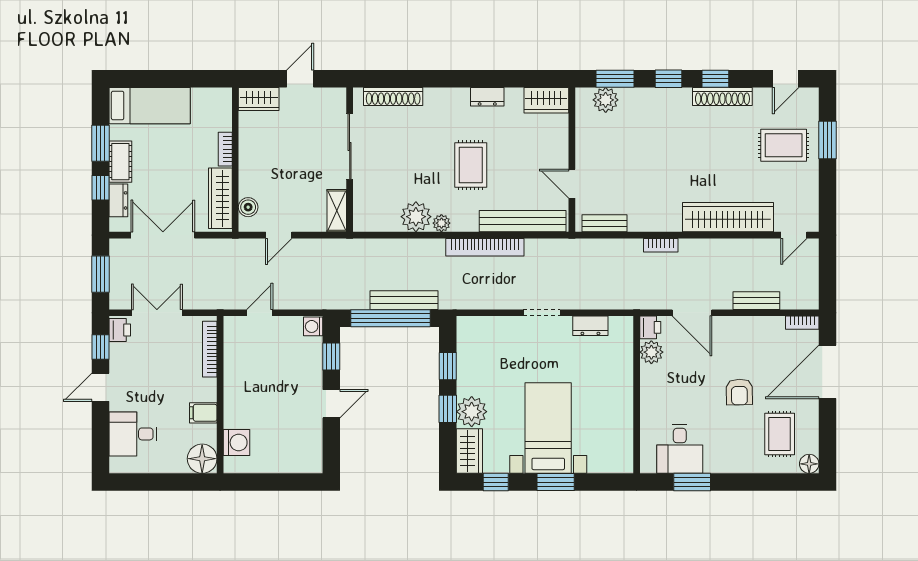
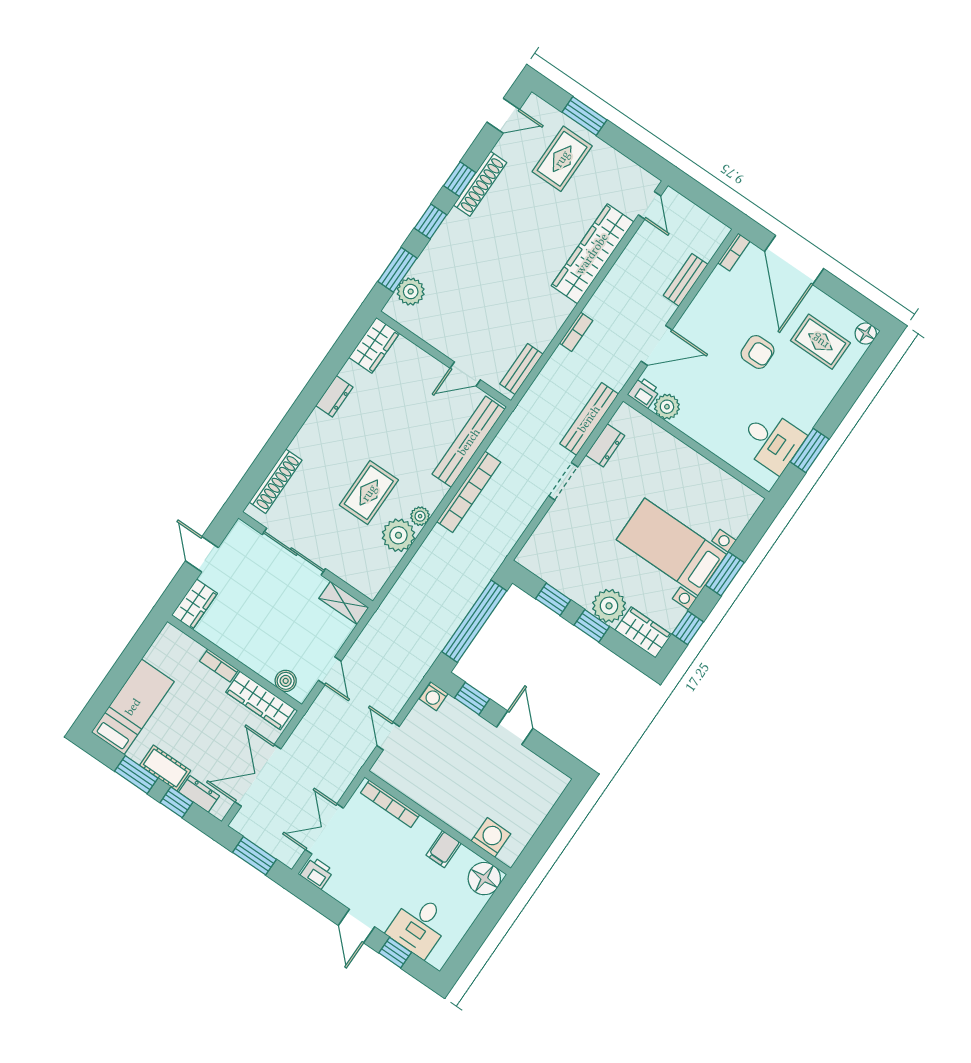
door: (786, 79) -> (503, 116), hinge flipped
rug: (471, 165) -> (369, 493), moved, turned 90
bench: (404, 300) -> (589, 419), moved
window: (100, 347) -> (395, 953), moved

